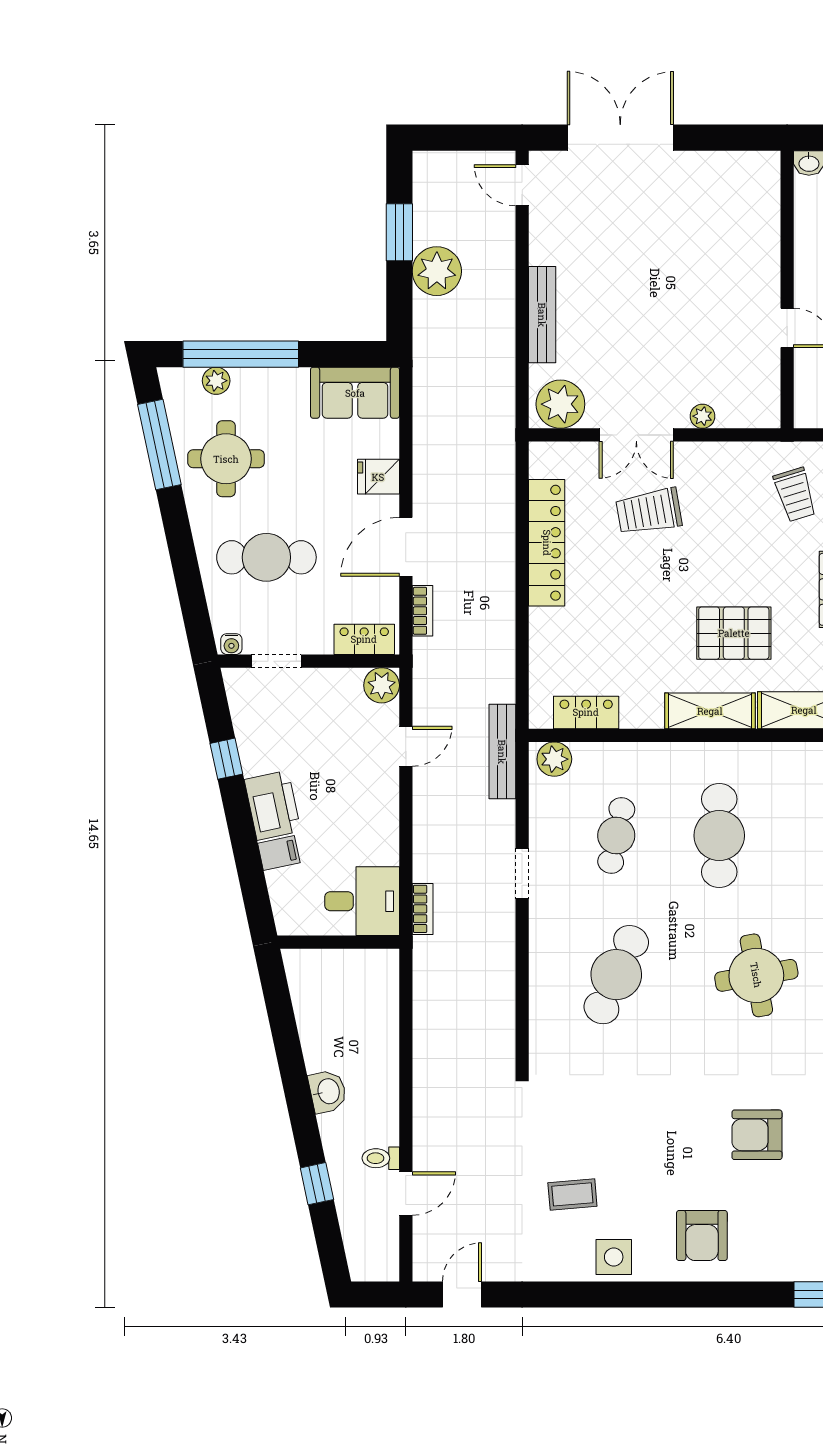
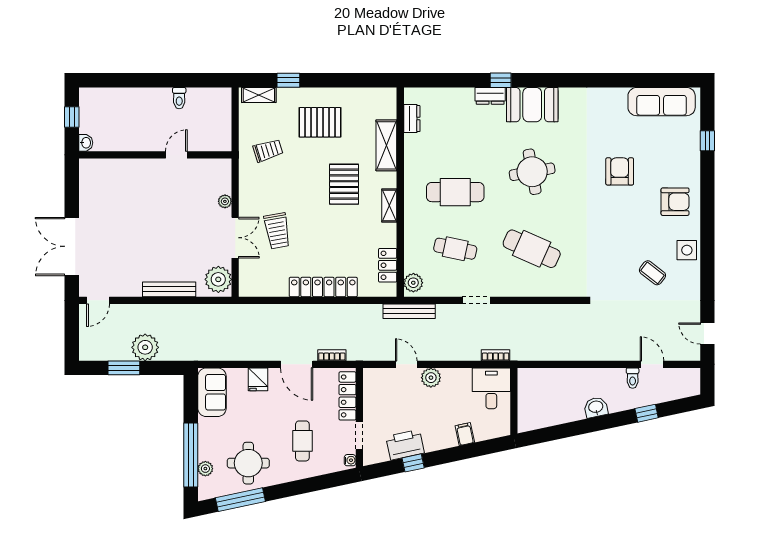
locker: (547, 543) -> (323, 287), moved
cafe table: (266, 557) -> (302, 441), width x0.73, depth x0.74
locker: (364, 639) -> (347, 396), width x1.53
plant: (382, 685) -> (431, 378), moved
shelving: (710, 711) -> (389, 205), width x0.67, depth x0.75
printer: (272, 805) -> (405, 445), moved
armchair: (757, 1135) -> (620, 171), turned 180
coffee table: (572, 1194) -> (652, 273), turned -47

